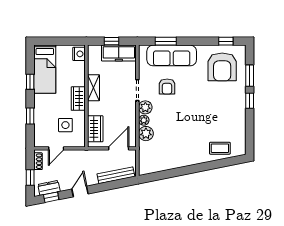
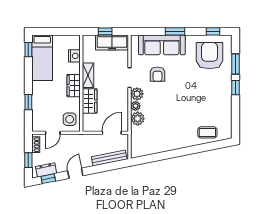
window: (166, 41) -> (175, 31), moved
nightstand: (79, 54) -> (74, 56), moved
armchair: (222, 67) -> (210, 56), turned 180
window: (30, 82) -> (28, 50), moved
side table: (65, 125) -> (70, 119), moved
wardrobe: (95, 129) -> (90, 101), moved

